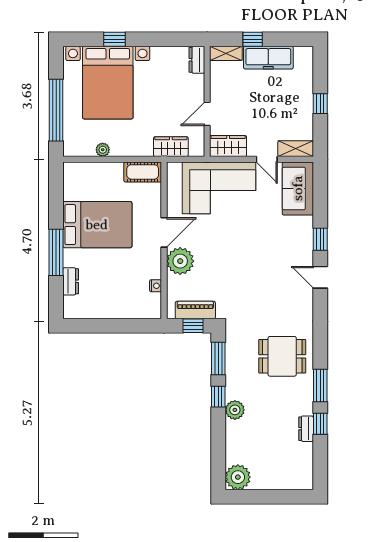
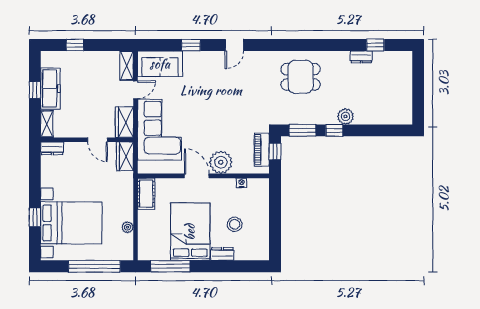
window: (253, 39) -> (35, 90), moved
window: (320, 104) -> (75, 45), moved
wardrobe: (171, 147) -> (125, 156), moved
window: (320, 239) -> (191, 45), moved
window: (56, 252) -> (170, 266), moved
stool: (106, 278) -> (235, 224), added
dresser: (71, 281) -> (222, 254), moved
dining table: (282, 356) -> (301, 77), turned 90
window: (320, 386) -> (325, 45), removed
window: (320, 424) -> (375, 45), moved
plant: (238, 477) -> (402, 114), removed

